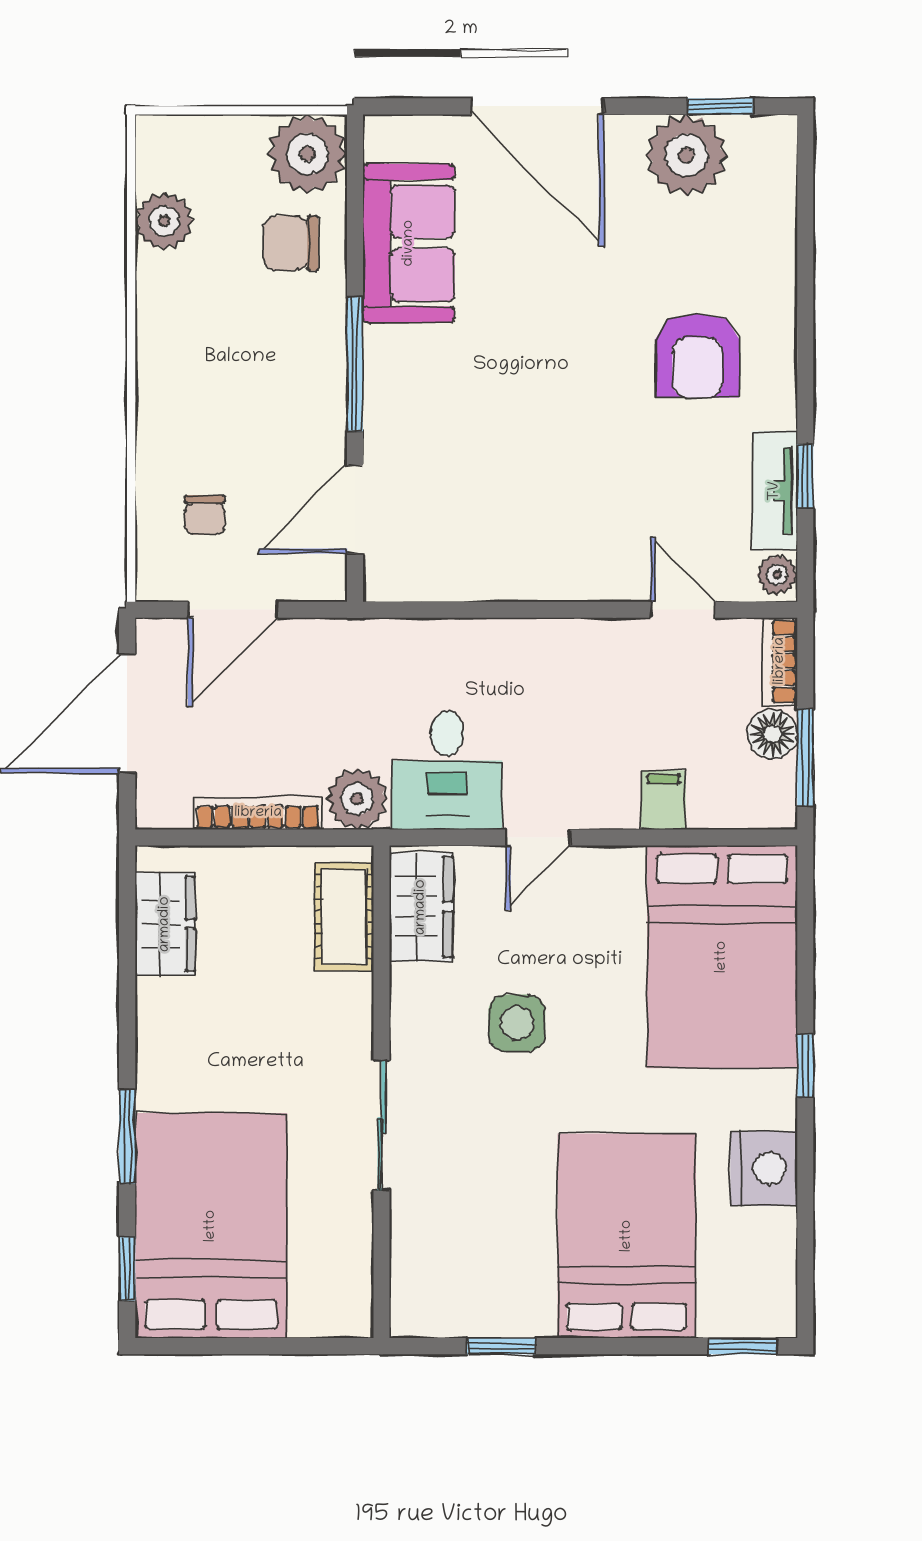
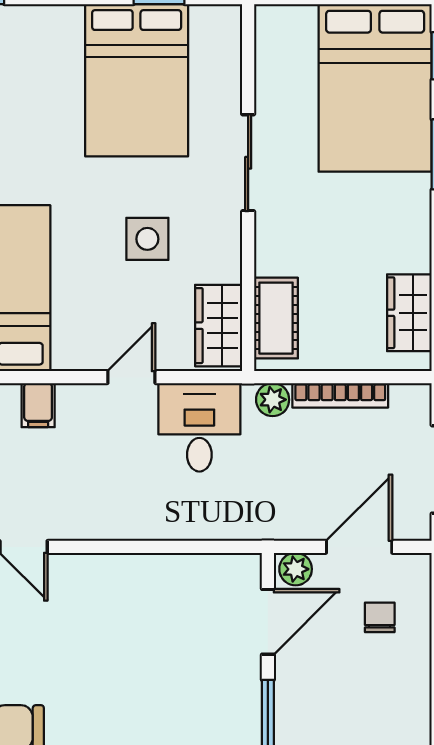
plant: (318, 580) -> (296, 569), added
plant: (357, 799) -> (273, 400), width x0.73, depth x0.73
bed: (627, 1236) -> (137, 80), moved

